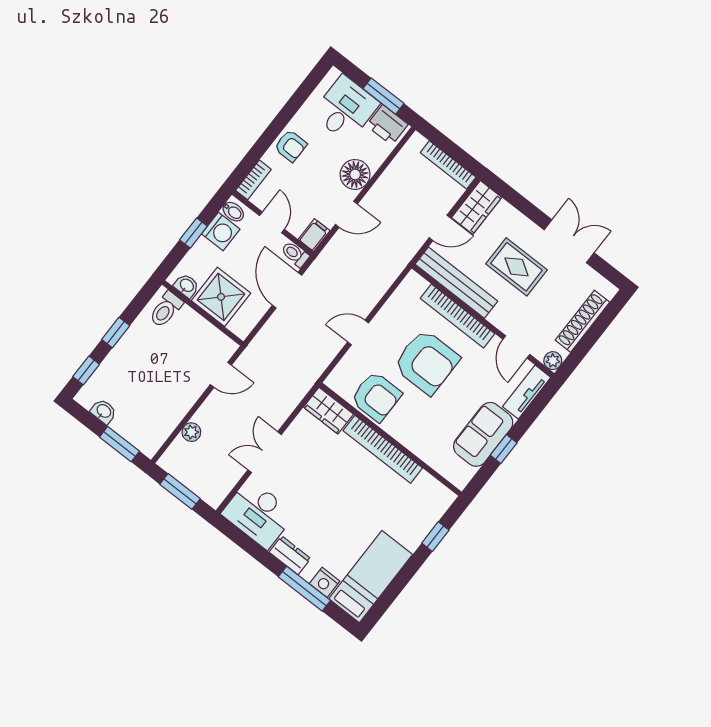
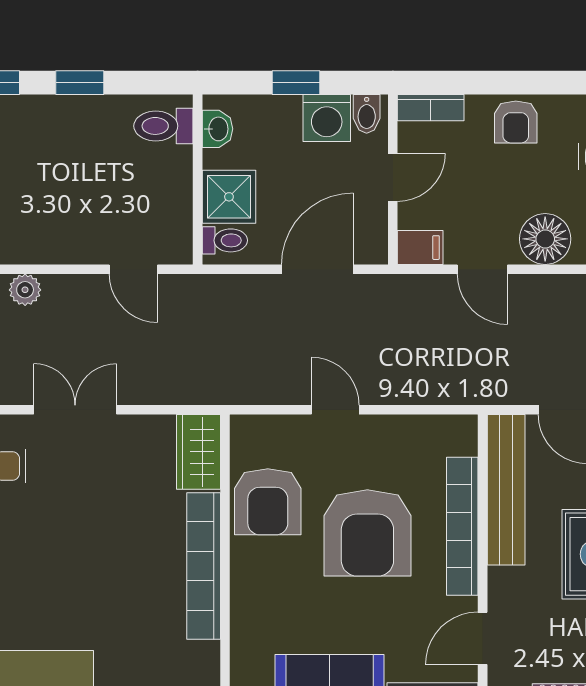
toilet: (295, 254) -> (225, 240), moved, turned 90
shower: (221, 297) -> (229, 197), width x0.73, depth x0.73

